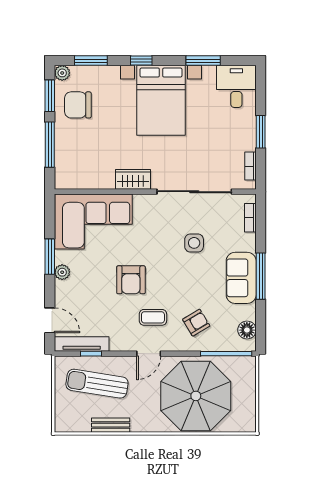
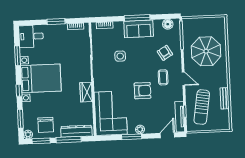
dresser: (64, 159) -> (76, 131), added
parasol: (196, 396) -> (206, 51), width x0.73, depth x0.73

